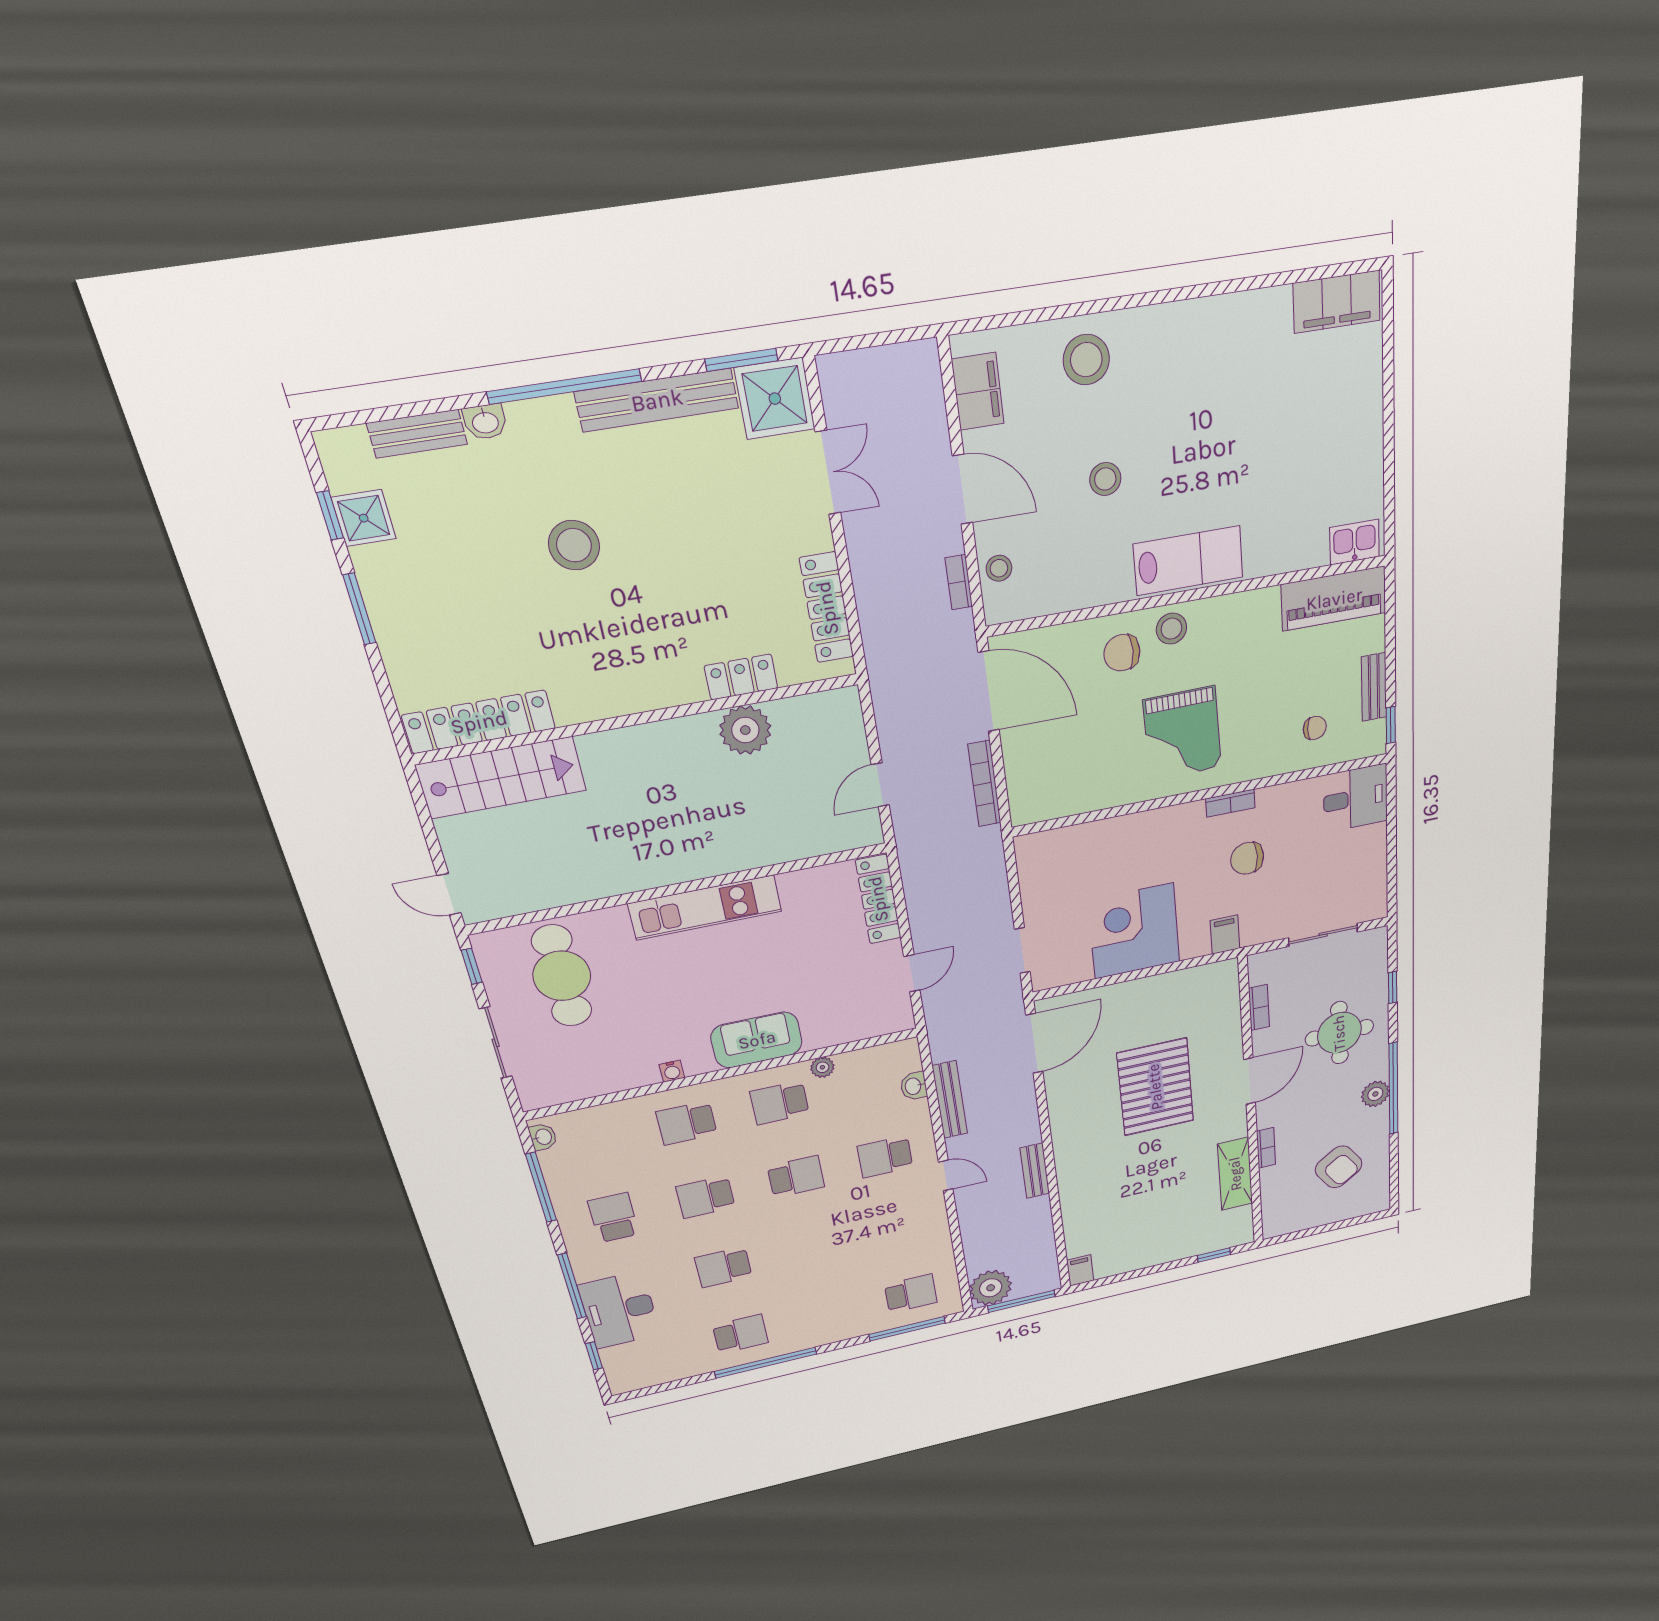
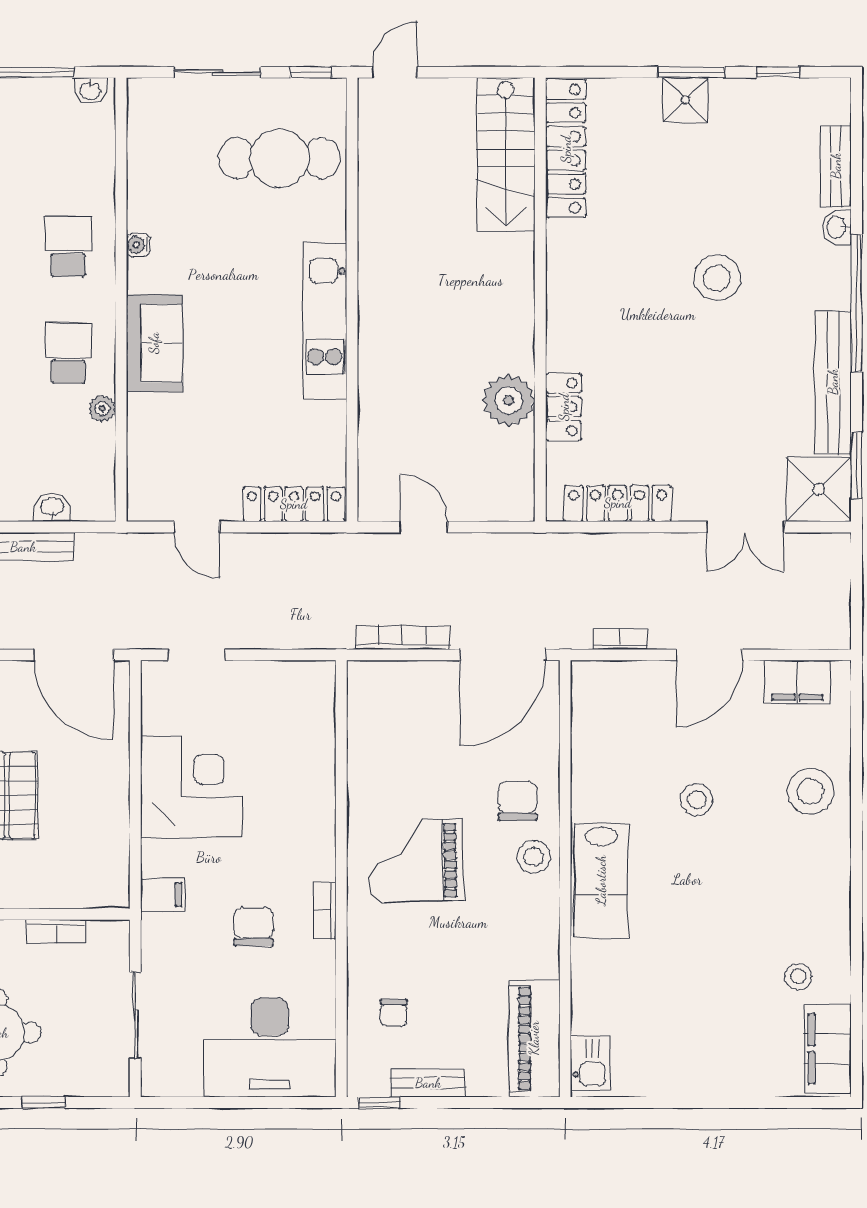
shower: (364, 518) -> (685, 100), moved
stool: (999, 568) -> (798, 976), moved
desk: (1355, 798) -> (270, 1048), width x1.87, depth x1.30

